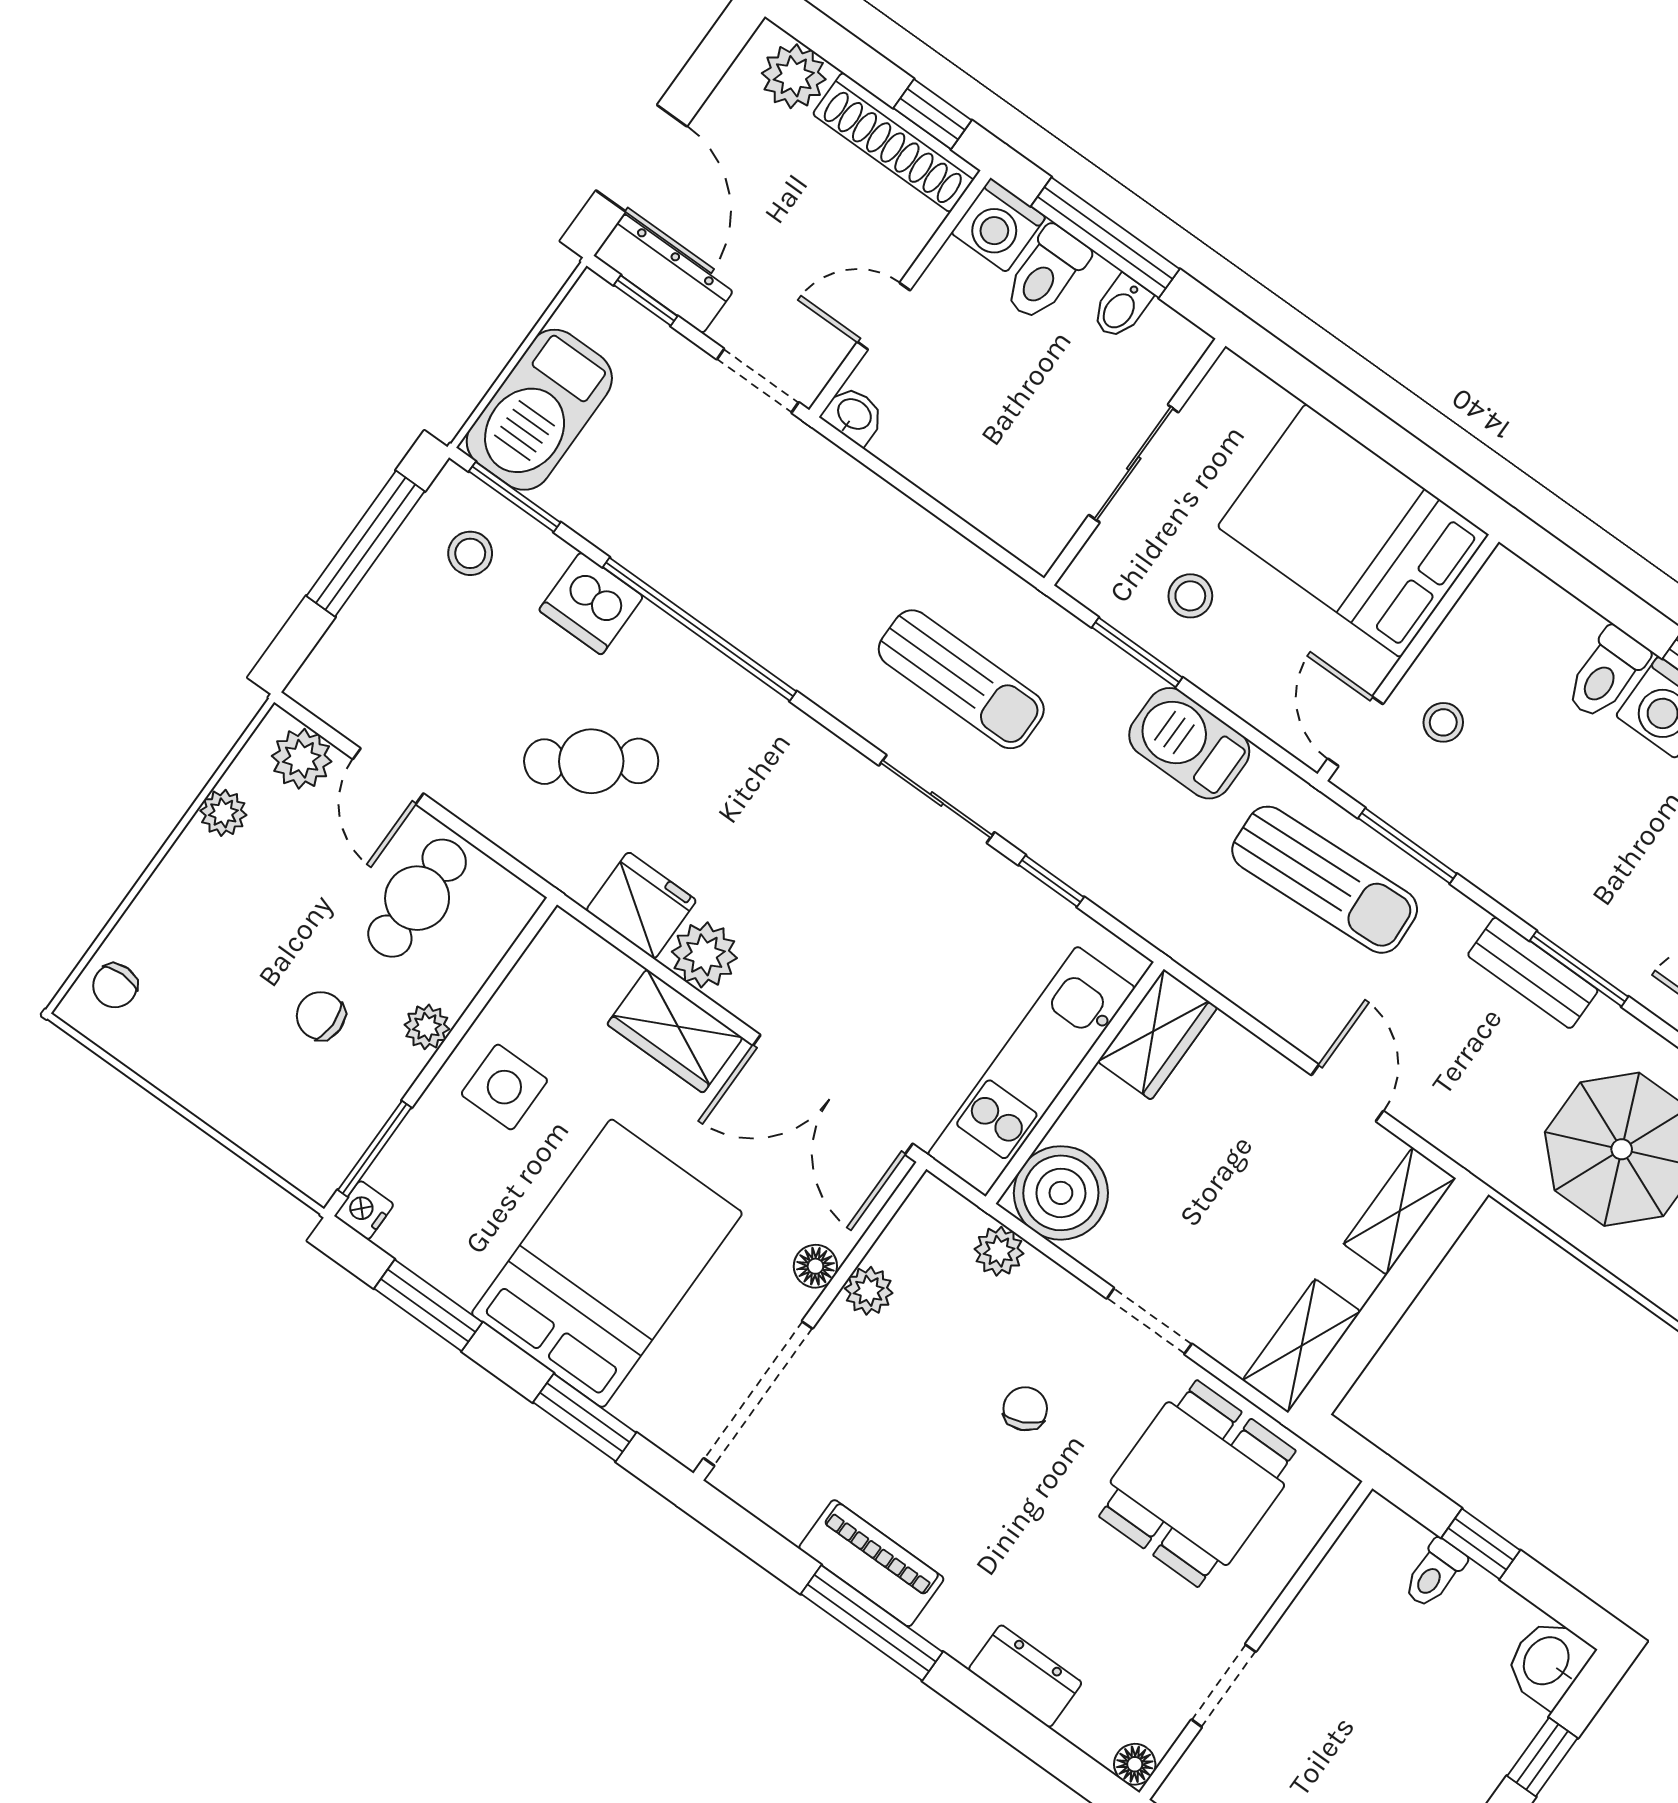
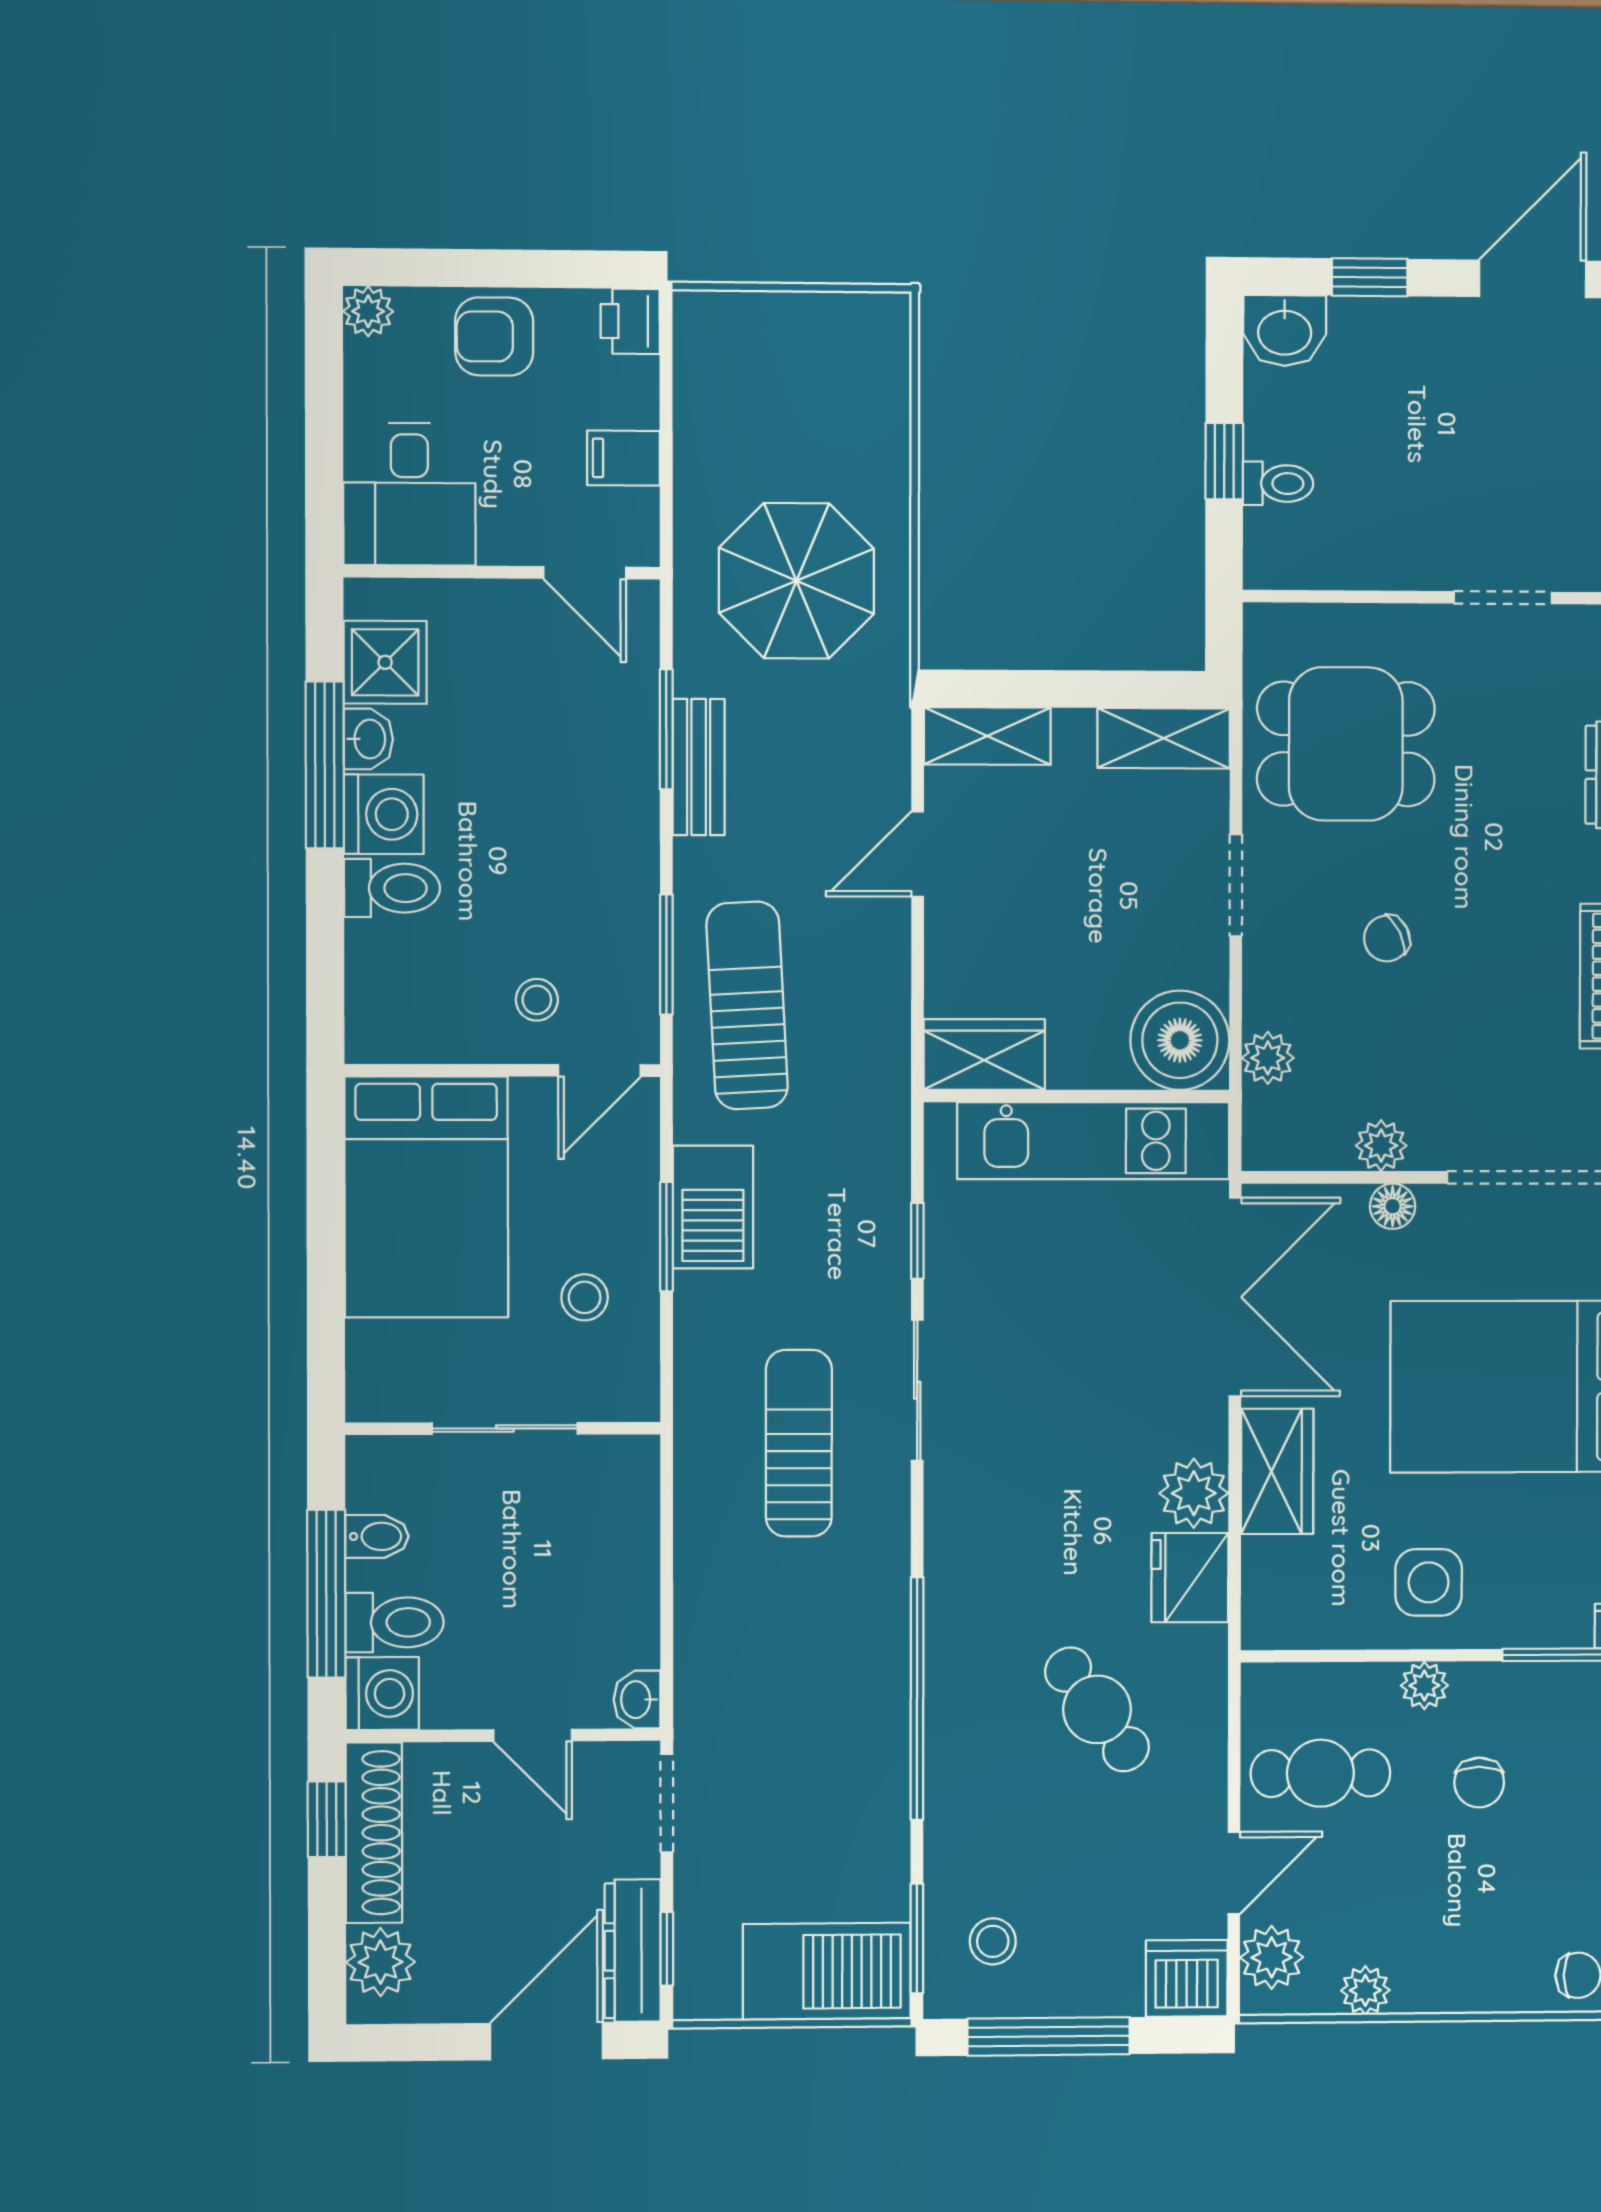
dishwasher: (591, 603) -> (1187, 1978), moved, turned -90
window: (1137, 652) -> (667, 1237), moved

